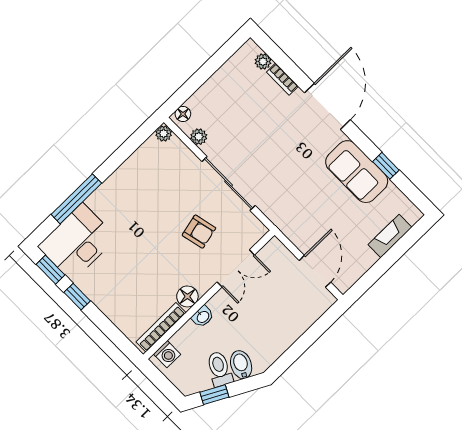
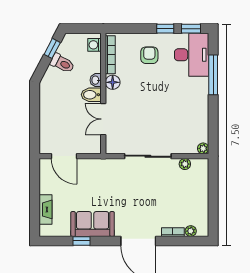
floor lamp: (183, 114) -> (203, 167), removed
armchair: (199, 232) -> (149, 55), moved, turned 103
bidet: (241, 365) -> (91, 95), moved, turned 152

